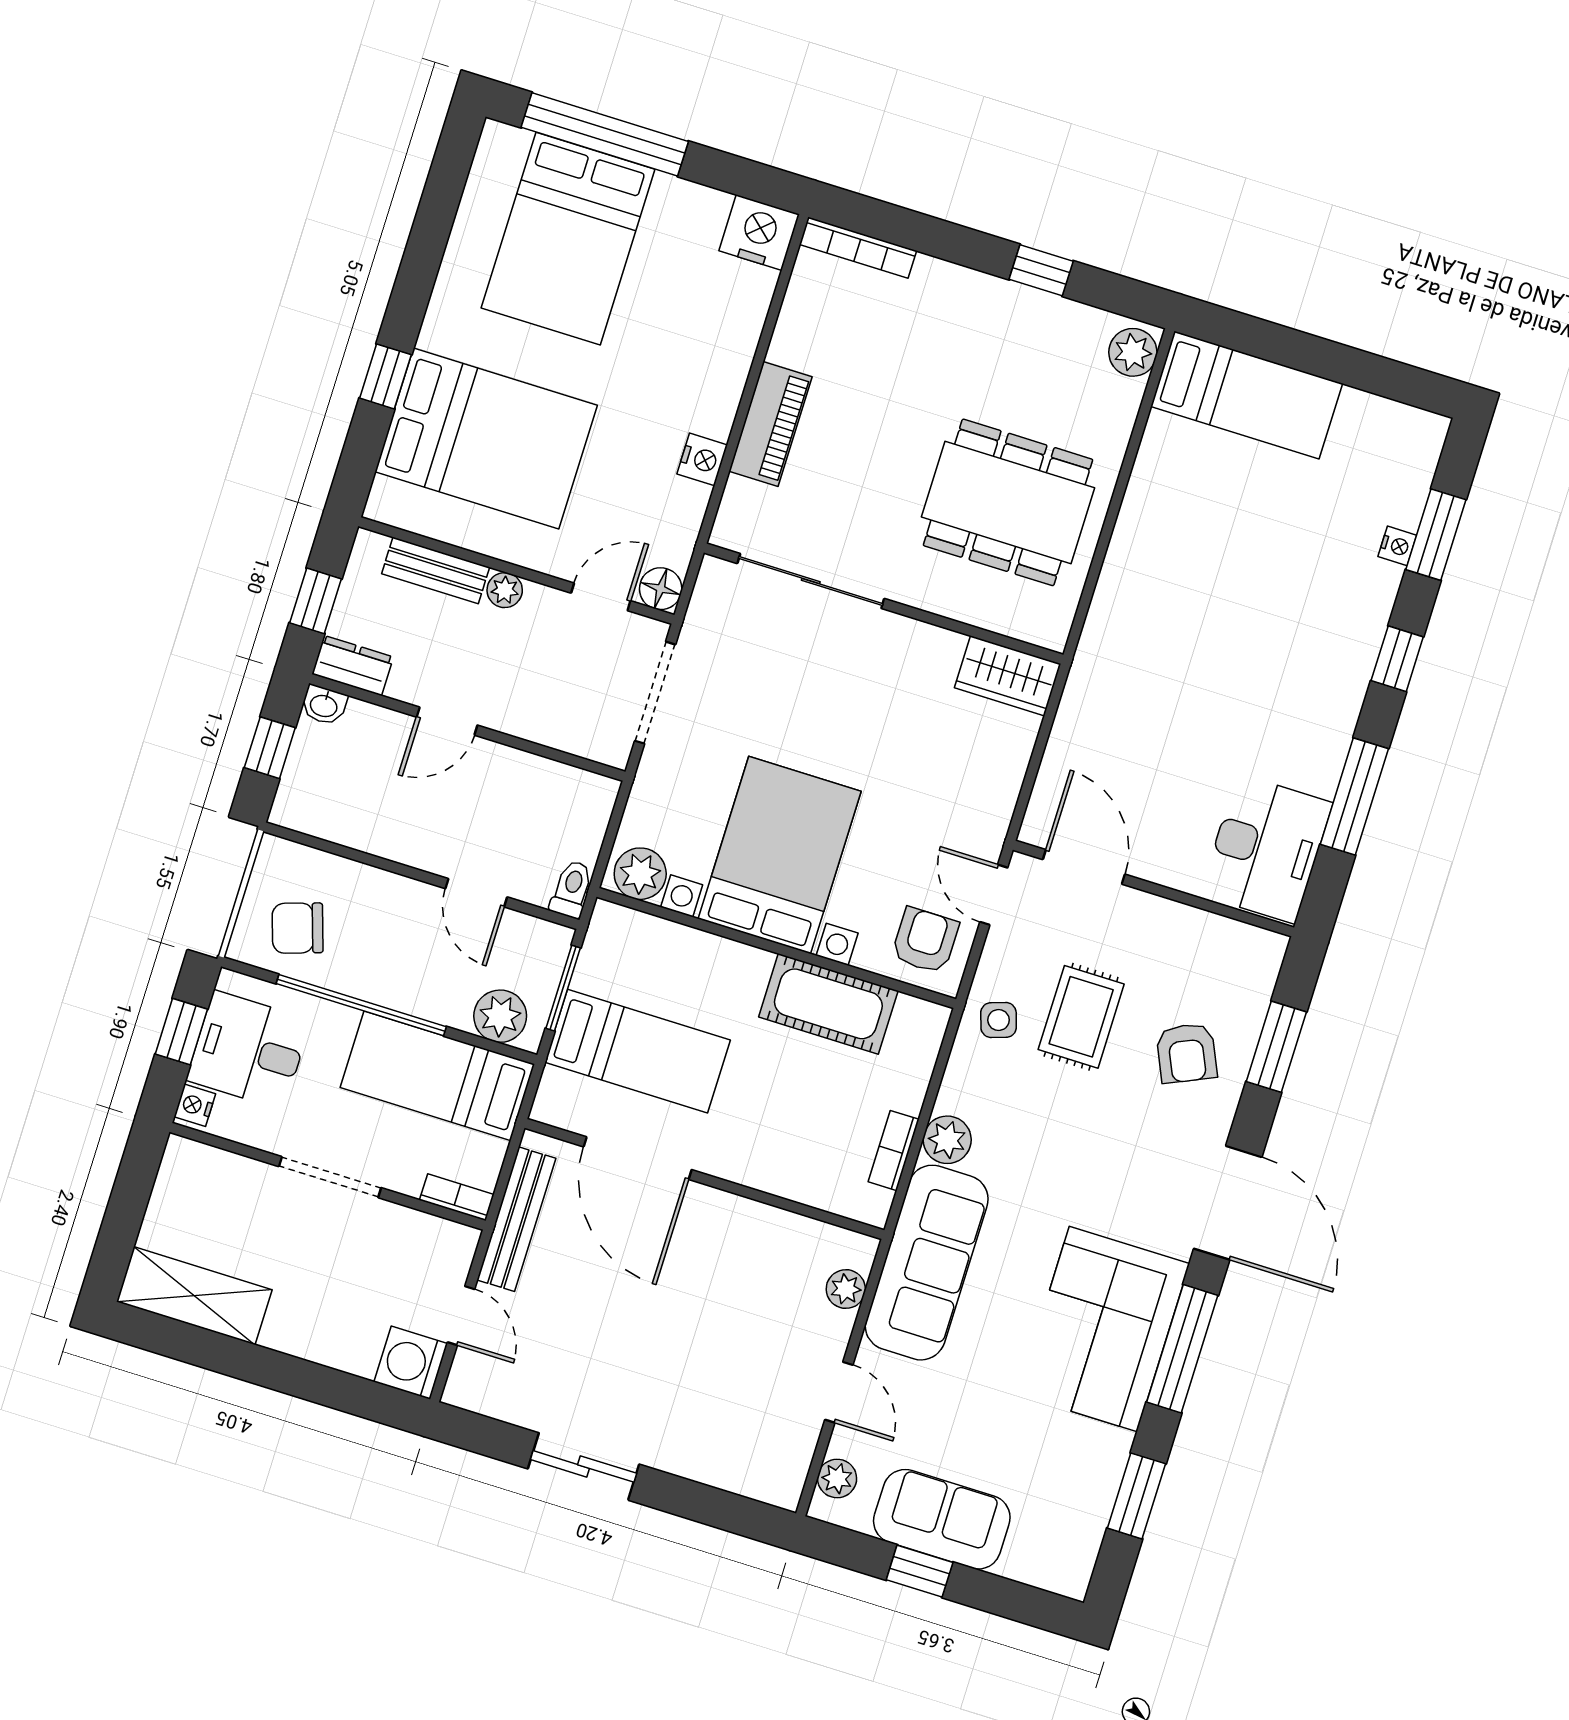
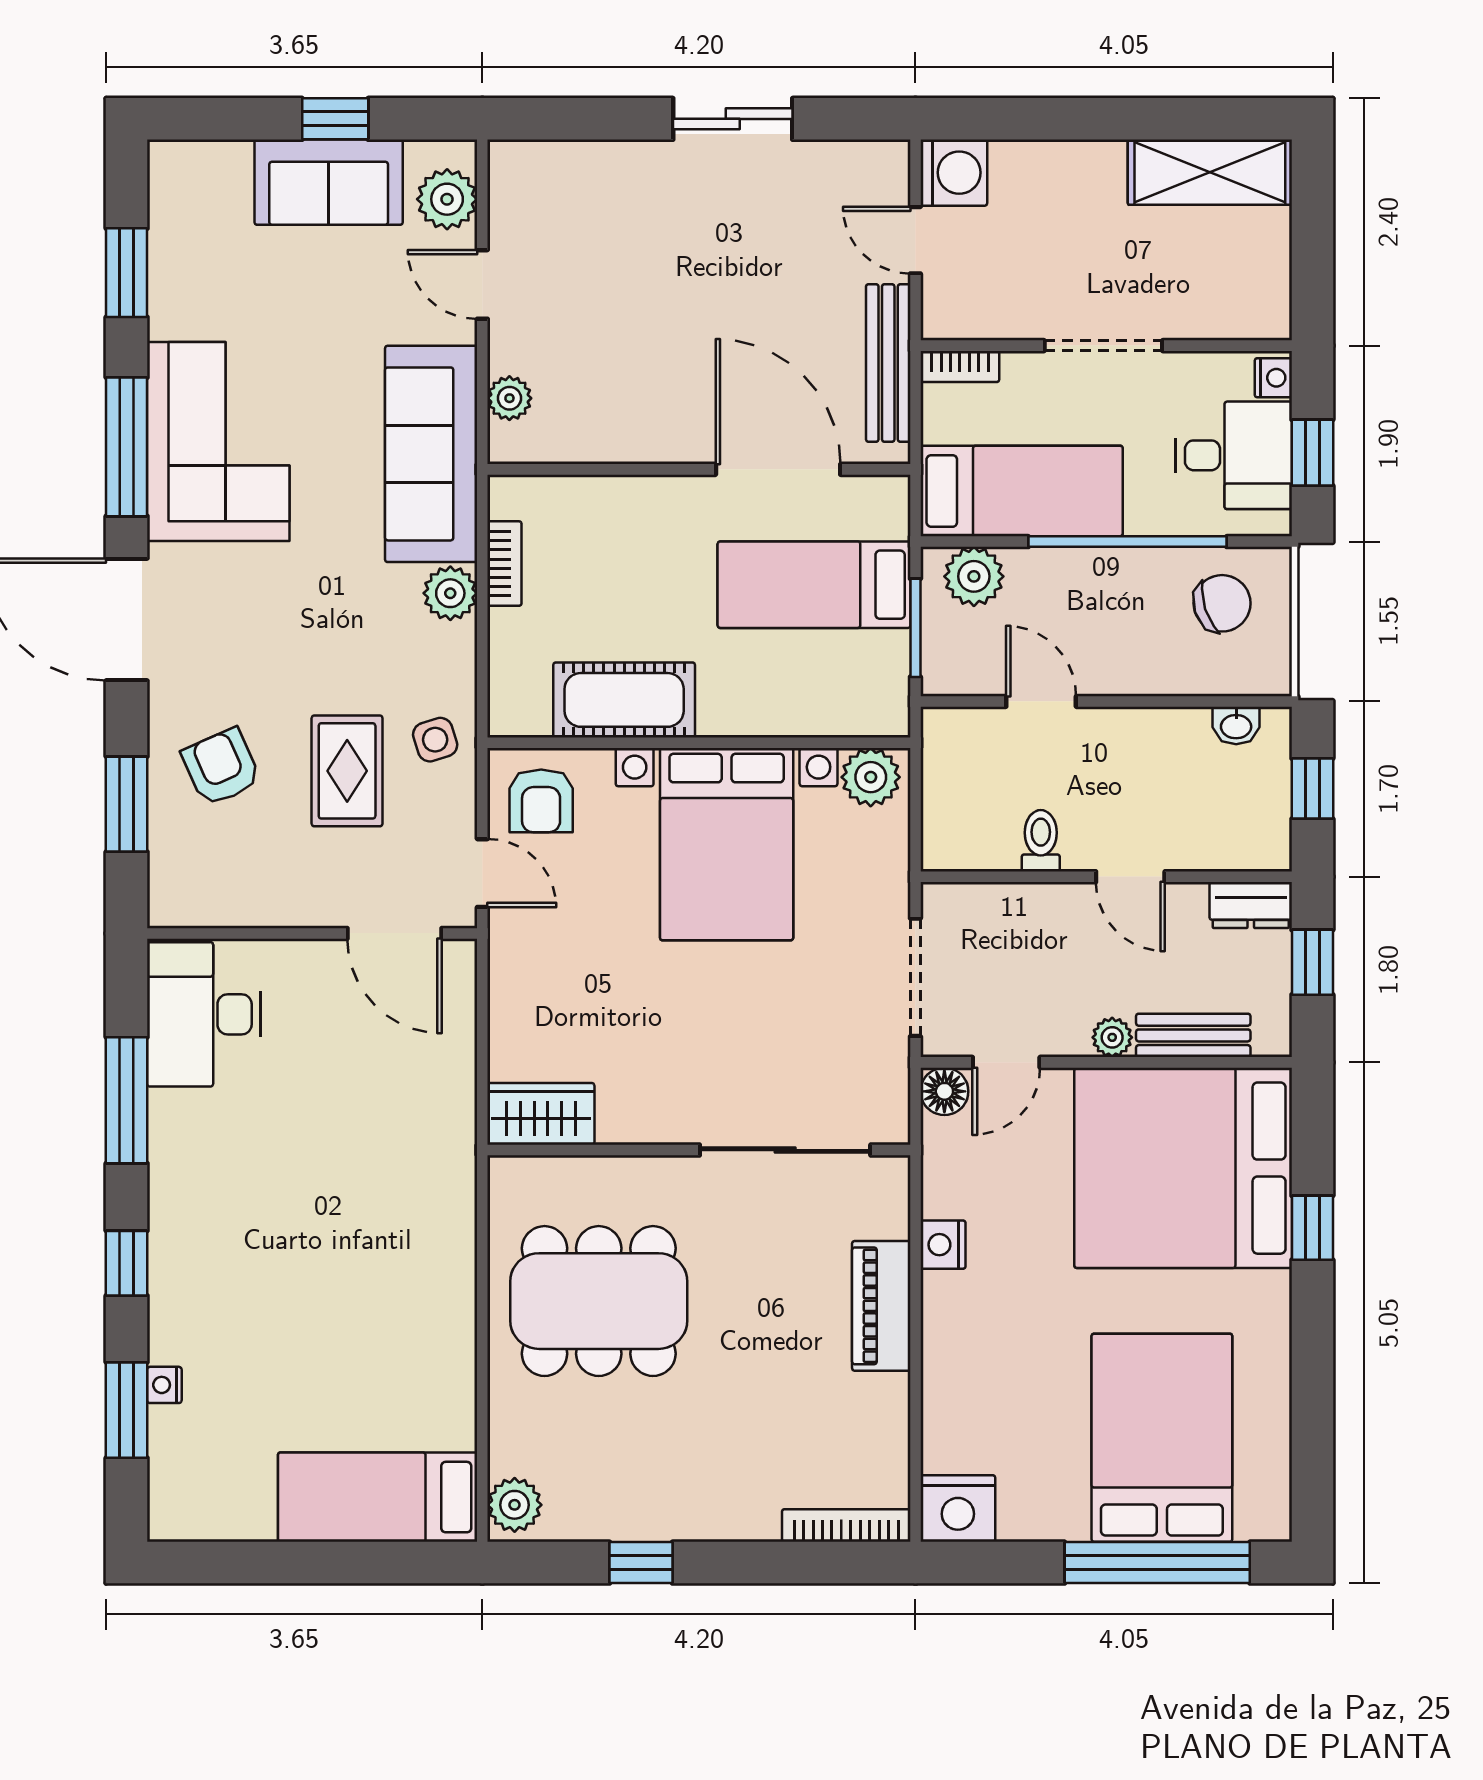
bed: (486, 438) -> (1183, 1168), width x1.36
washbasin: (324, 705) -> (1236, 725), moved, turned 180
door: (447, 721) -> (1130, 877), swing flipped
toilet: (572, 889) -> (1041, 841), moved, turned 180
plant: (837, 1478) -> (447, 199), width x1.38, depth x1.38

